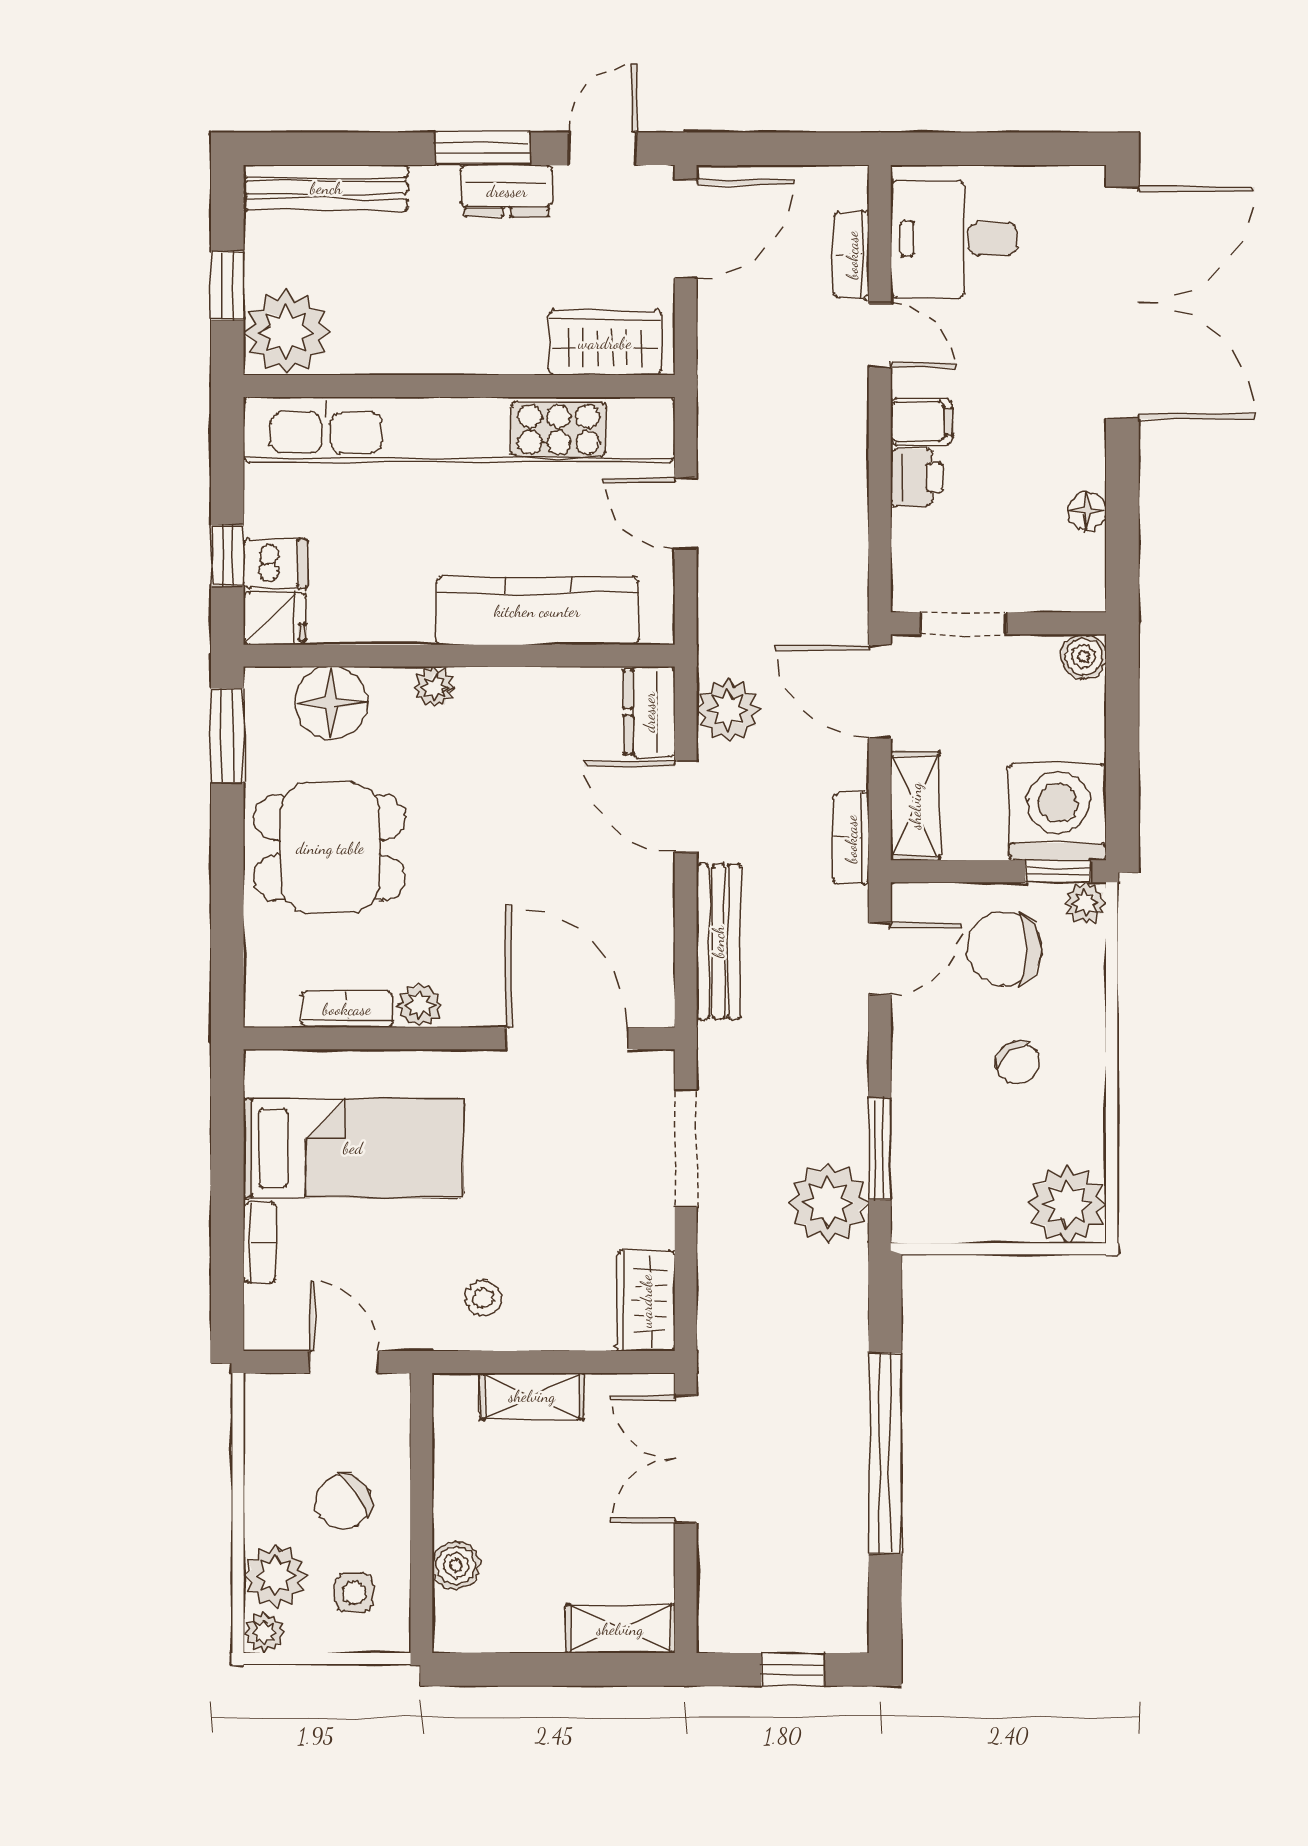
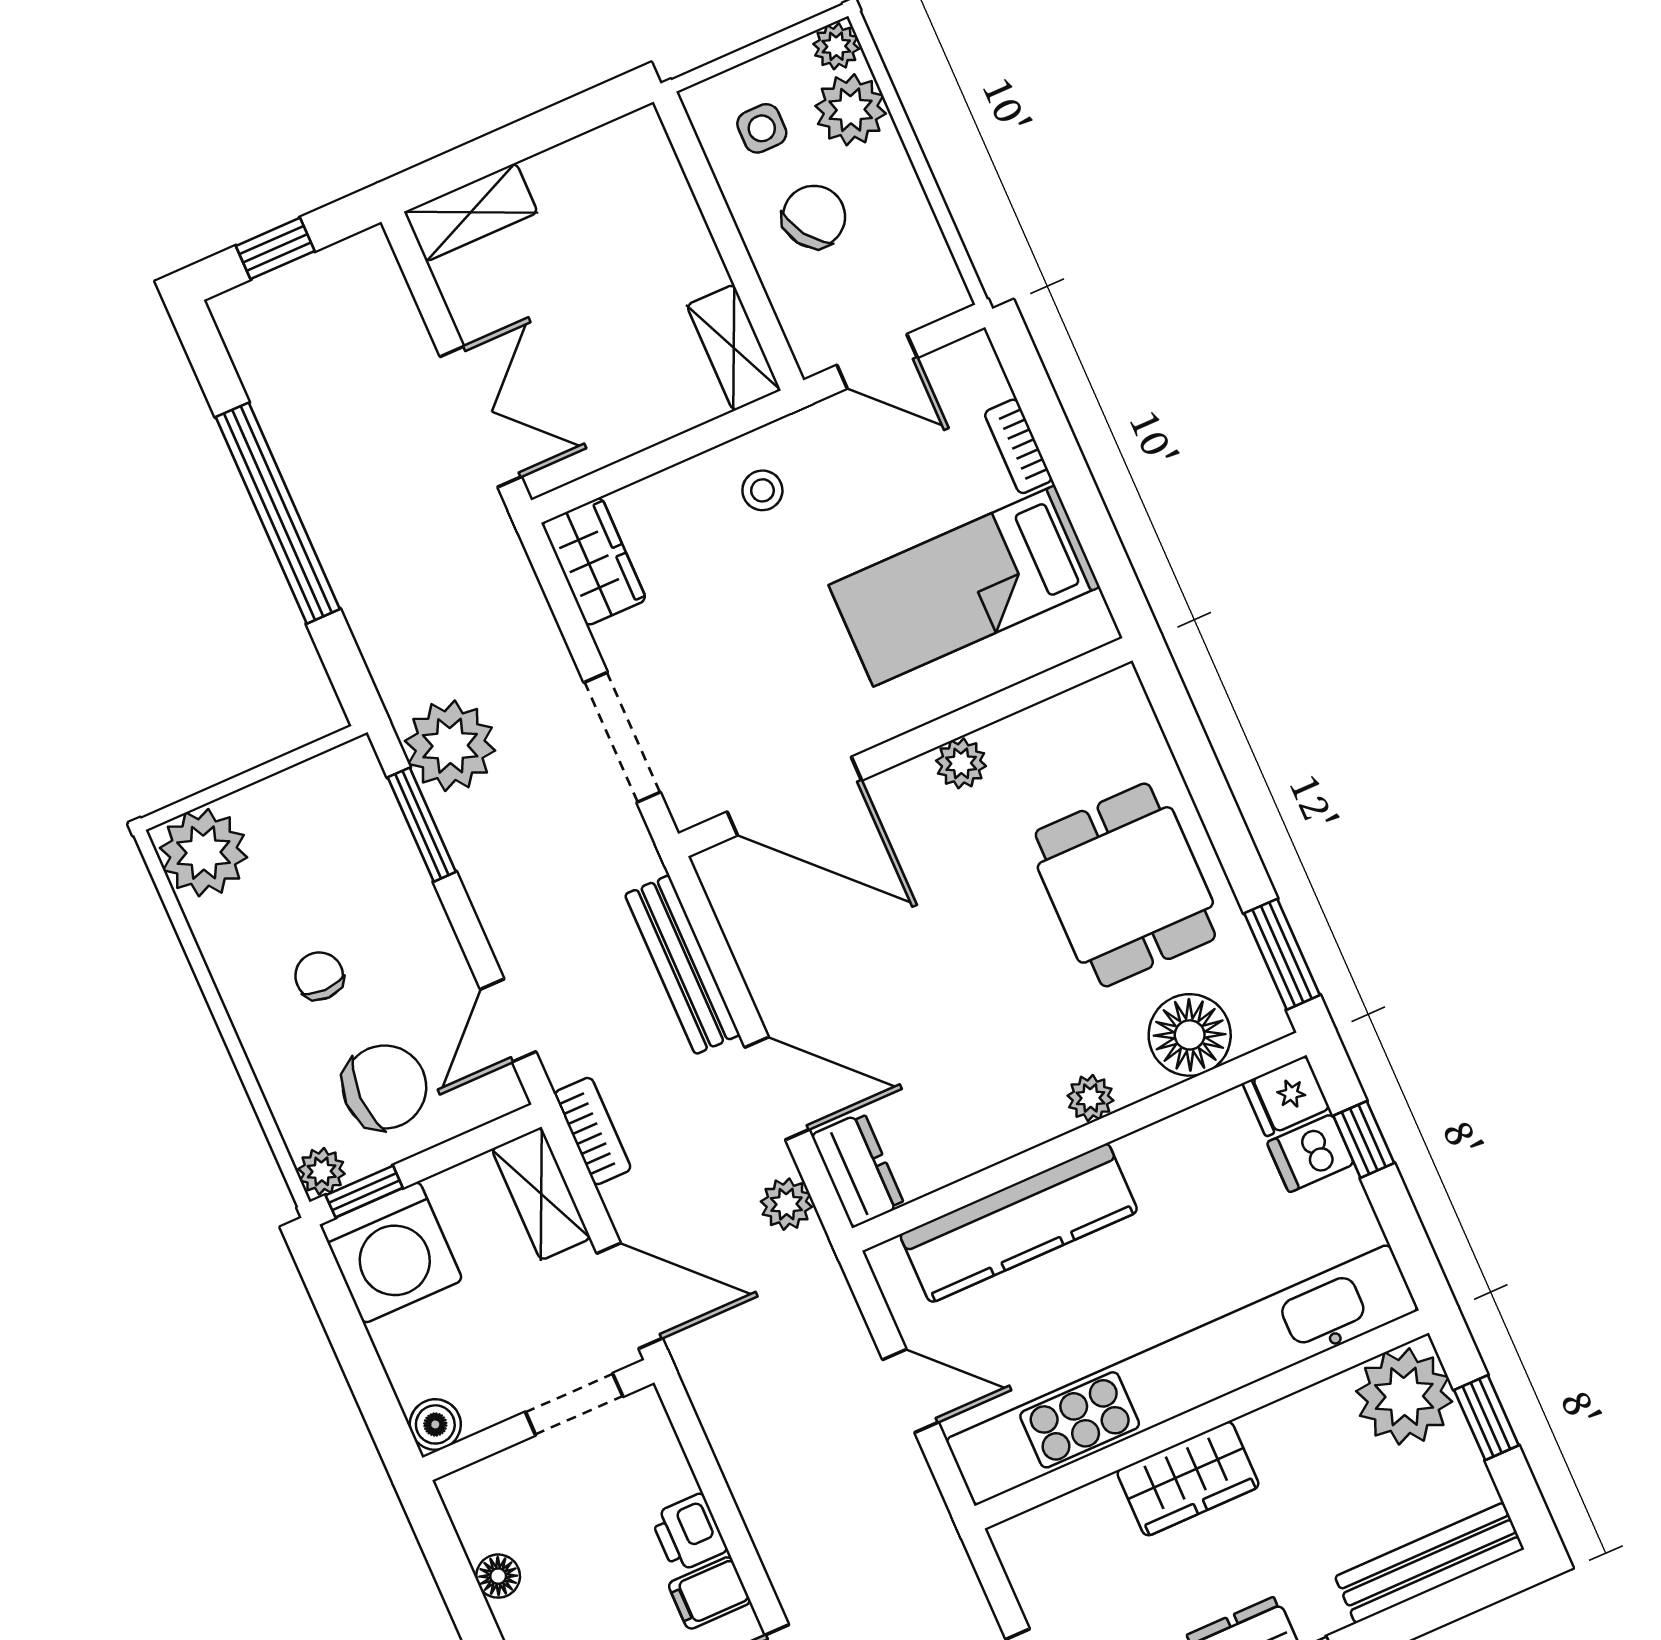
wardrobe: (605, 343) -> (1188, 1479), moved
plant: (728, 710) -> (786, 1204), width x0.73, depth x0.73
dining table: (330, 848) -> (1125, 885), turned 90
bookcase: (347, 1009) -> (1034, 726), removed
chair: (1017, 1063) -> (319, 976), turned 35
shelving: (532, 1396) -> (734, 348), moved, turned 90
boiler: (456, 1565) -> (669, 203), removed

